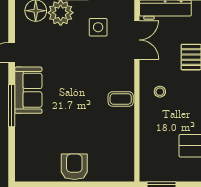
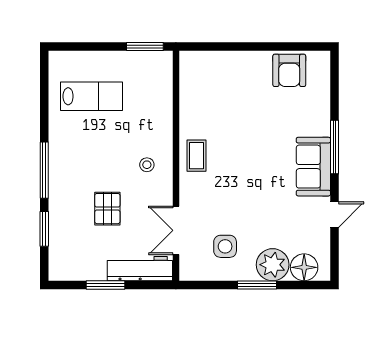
coffee table: (121, 99) -> (196, 156), turned 90
armchair: (74, 167) -> (289, 70), moved

